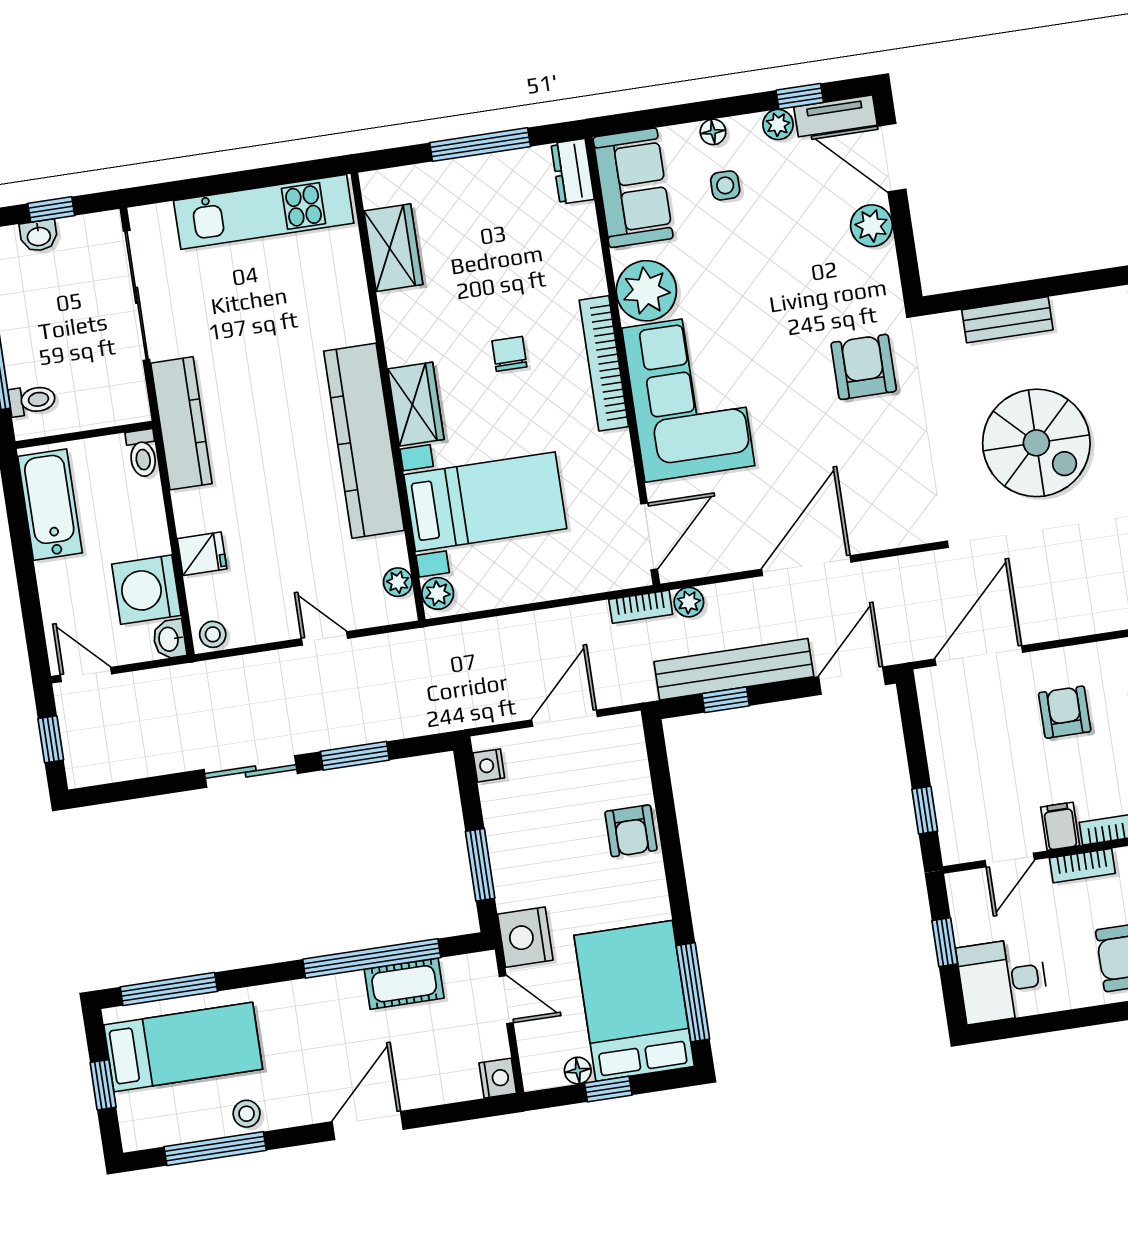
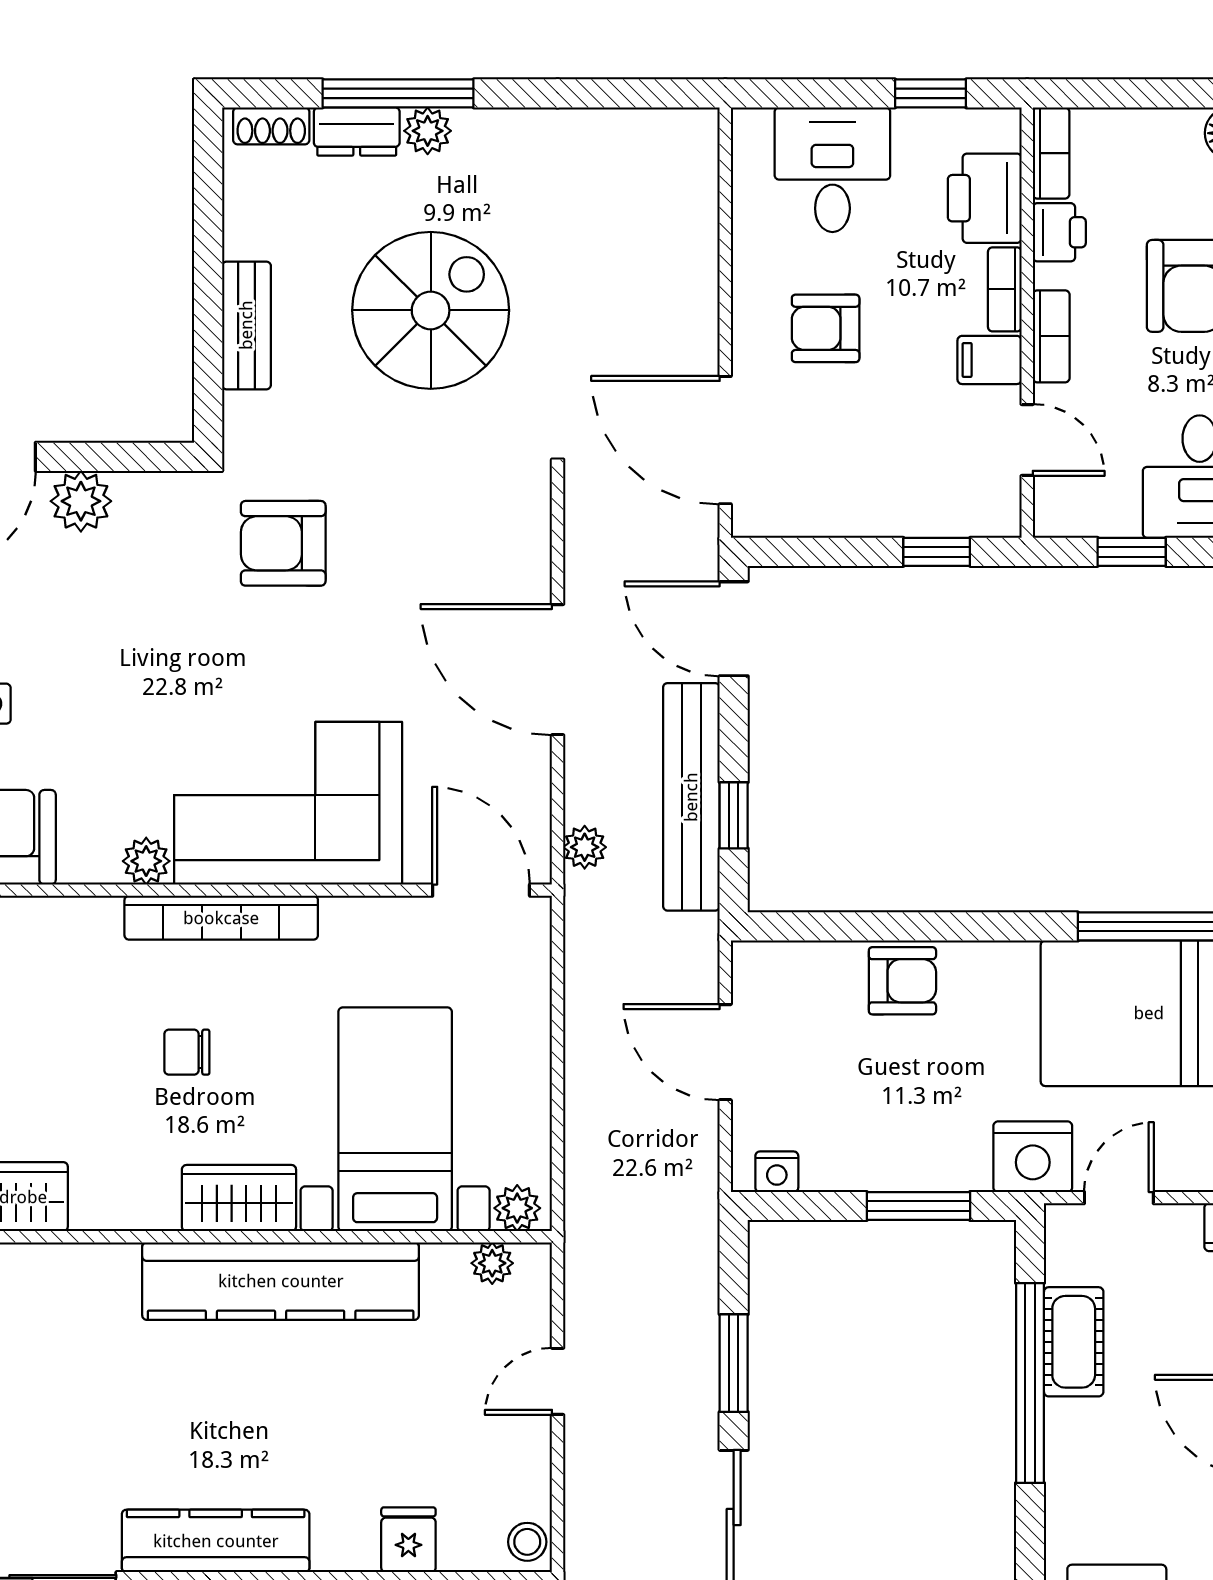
plant: (646, 291) -> (146, 861), width x0.53, depth x0.53
bookcase: (641, 607) -> (581, 918), removed

